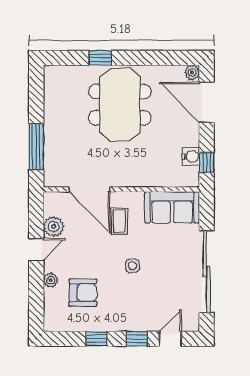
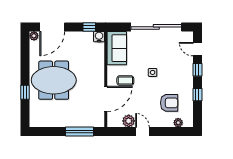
water cooler: (191, 157) -> (99, 37), moved
plant: (51, 280) -> (178, 123), moved
armchair: (83, 293) -> (169, 103), turned 90

